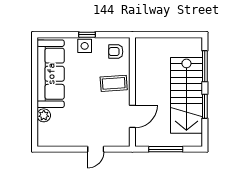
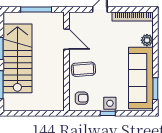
window: (35, 62) -> (155, 89), added
door: (132, 116) -> (67, 39), swing flipped
bookcase: (60, 141) -> (133, 16), added

